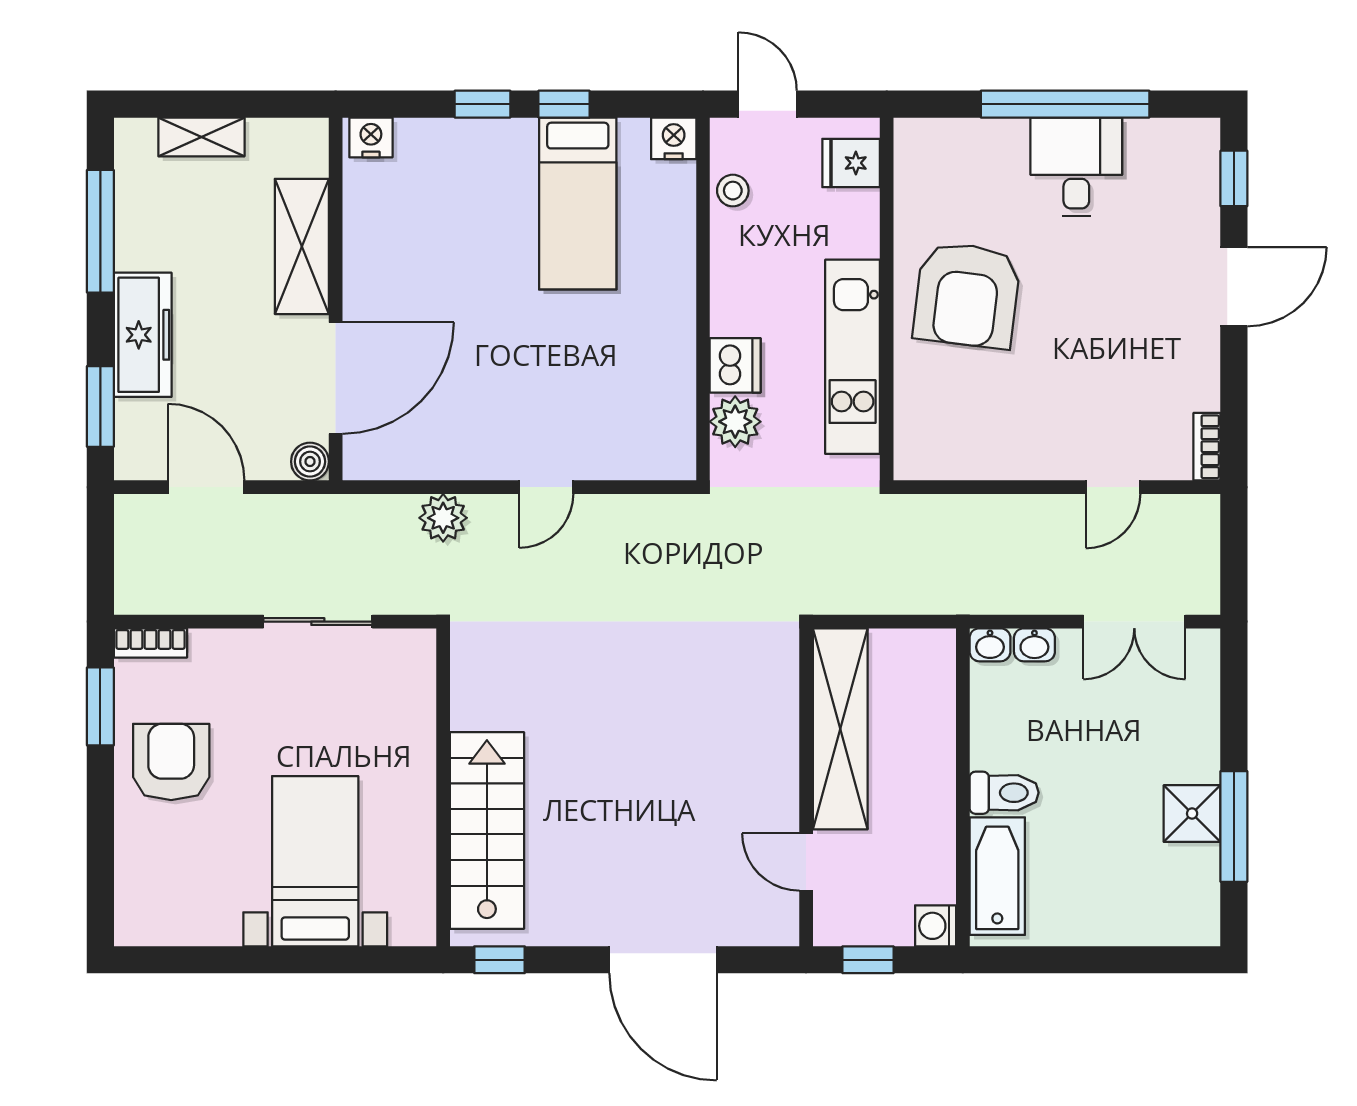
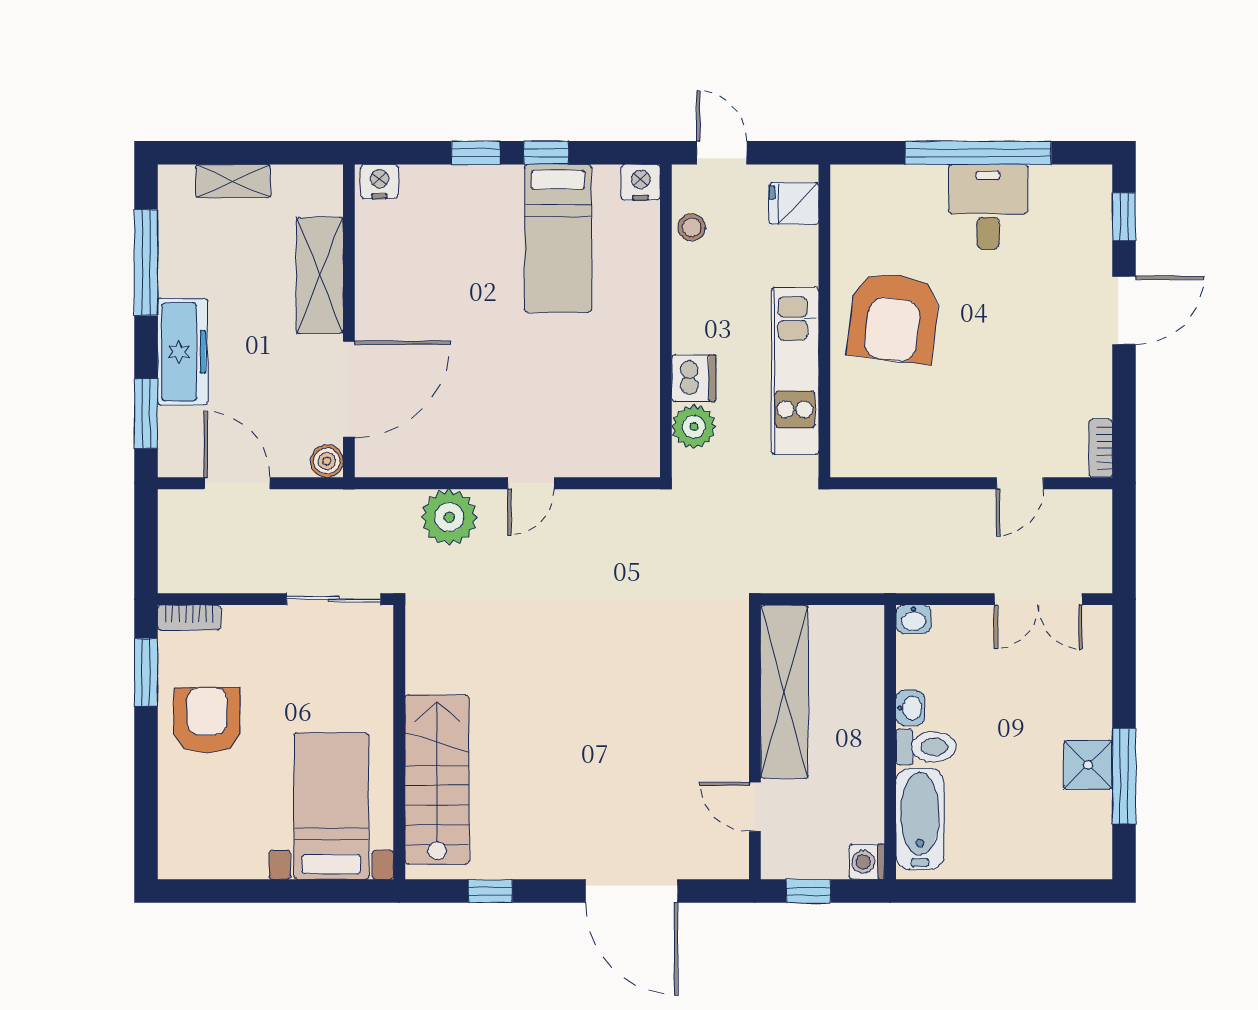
plant: (443, 518) -> (449, 517), width x1.36, depth x1.36
washbasin: (1034, 645) -> (910, 708), moved, turned -90
wall: (443, 787) -> (399, 742), moved
stairs: (487, 831) -> (437, 780), moved

